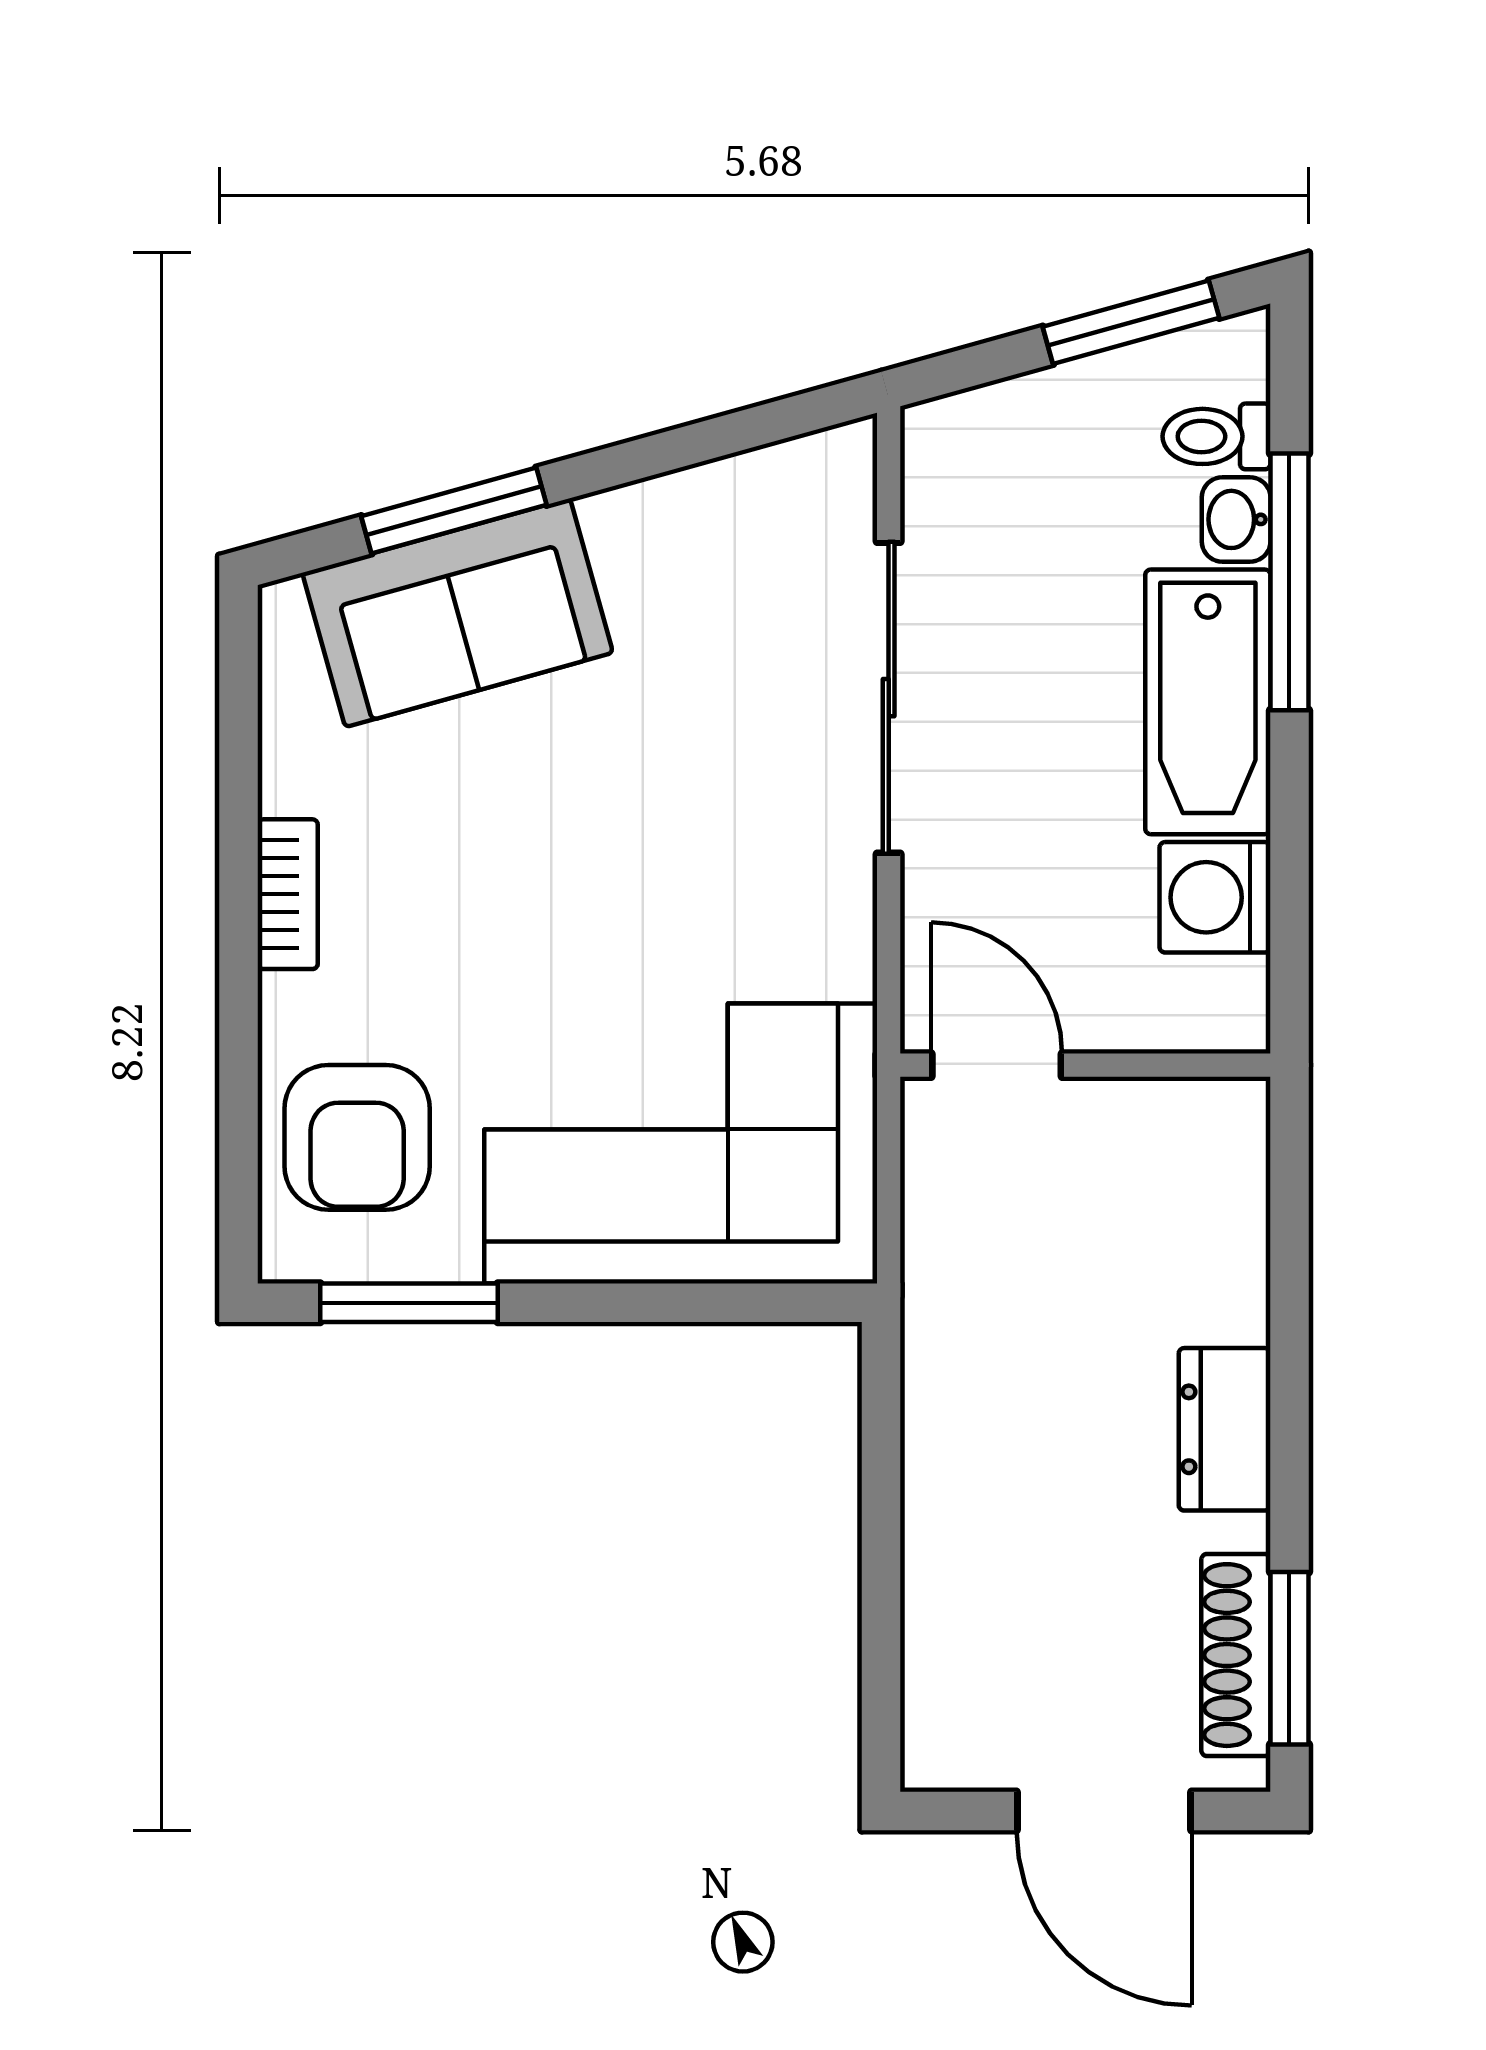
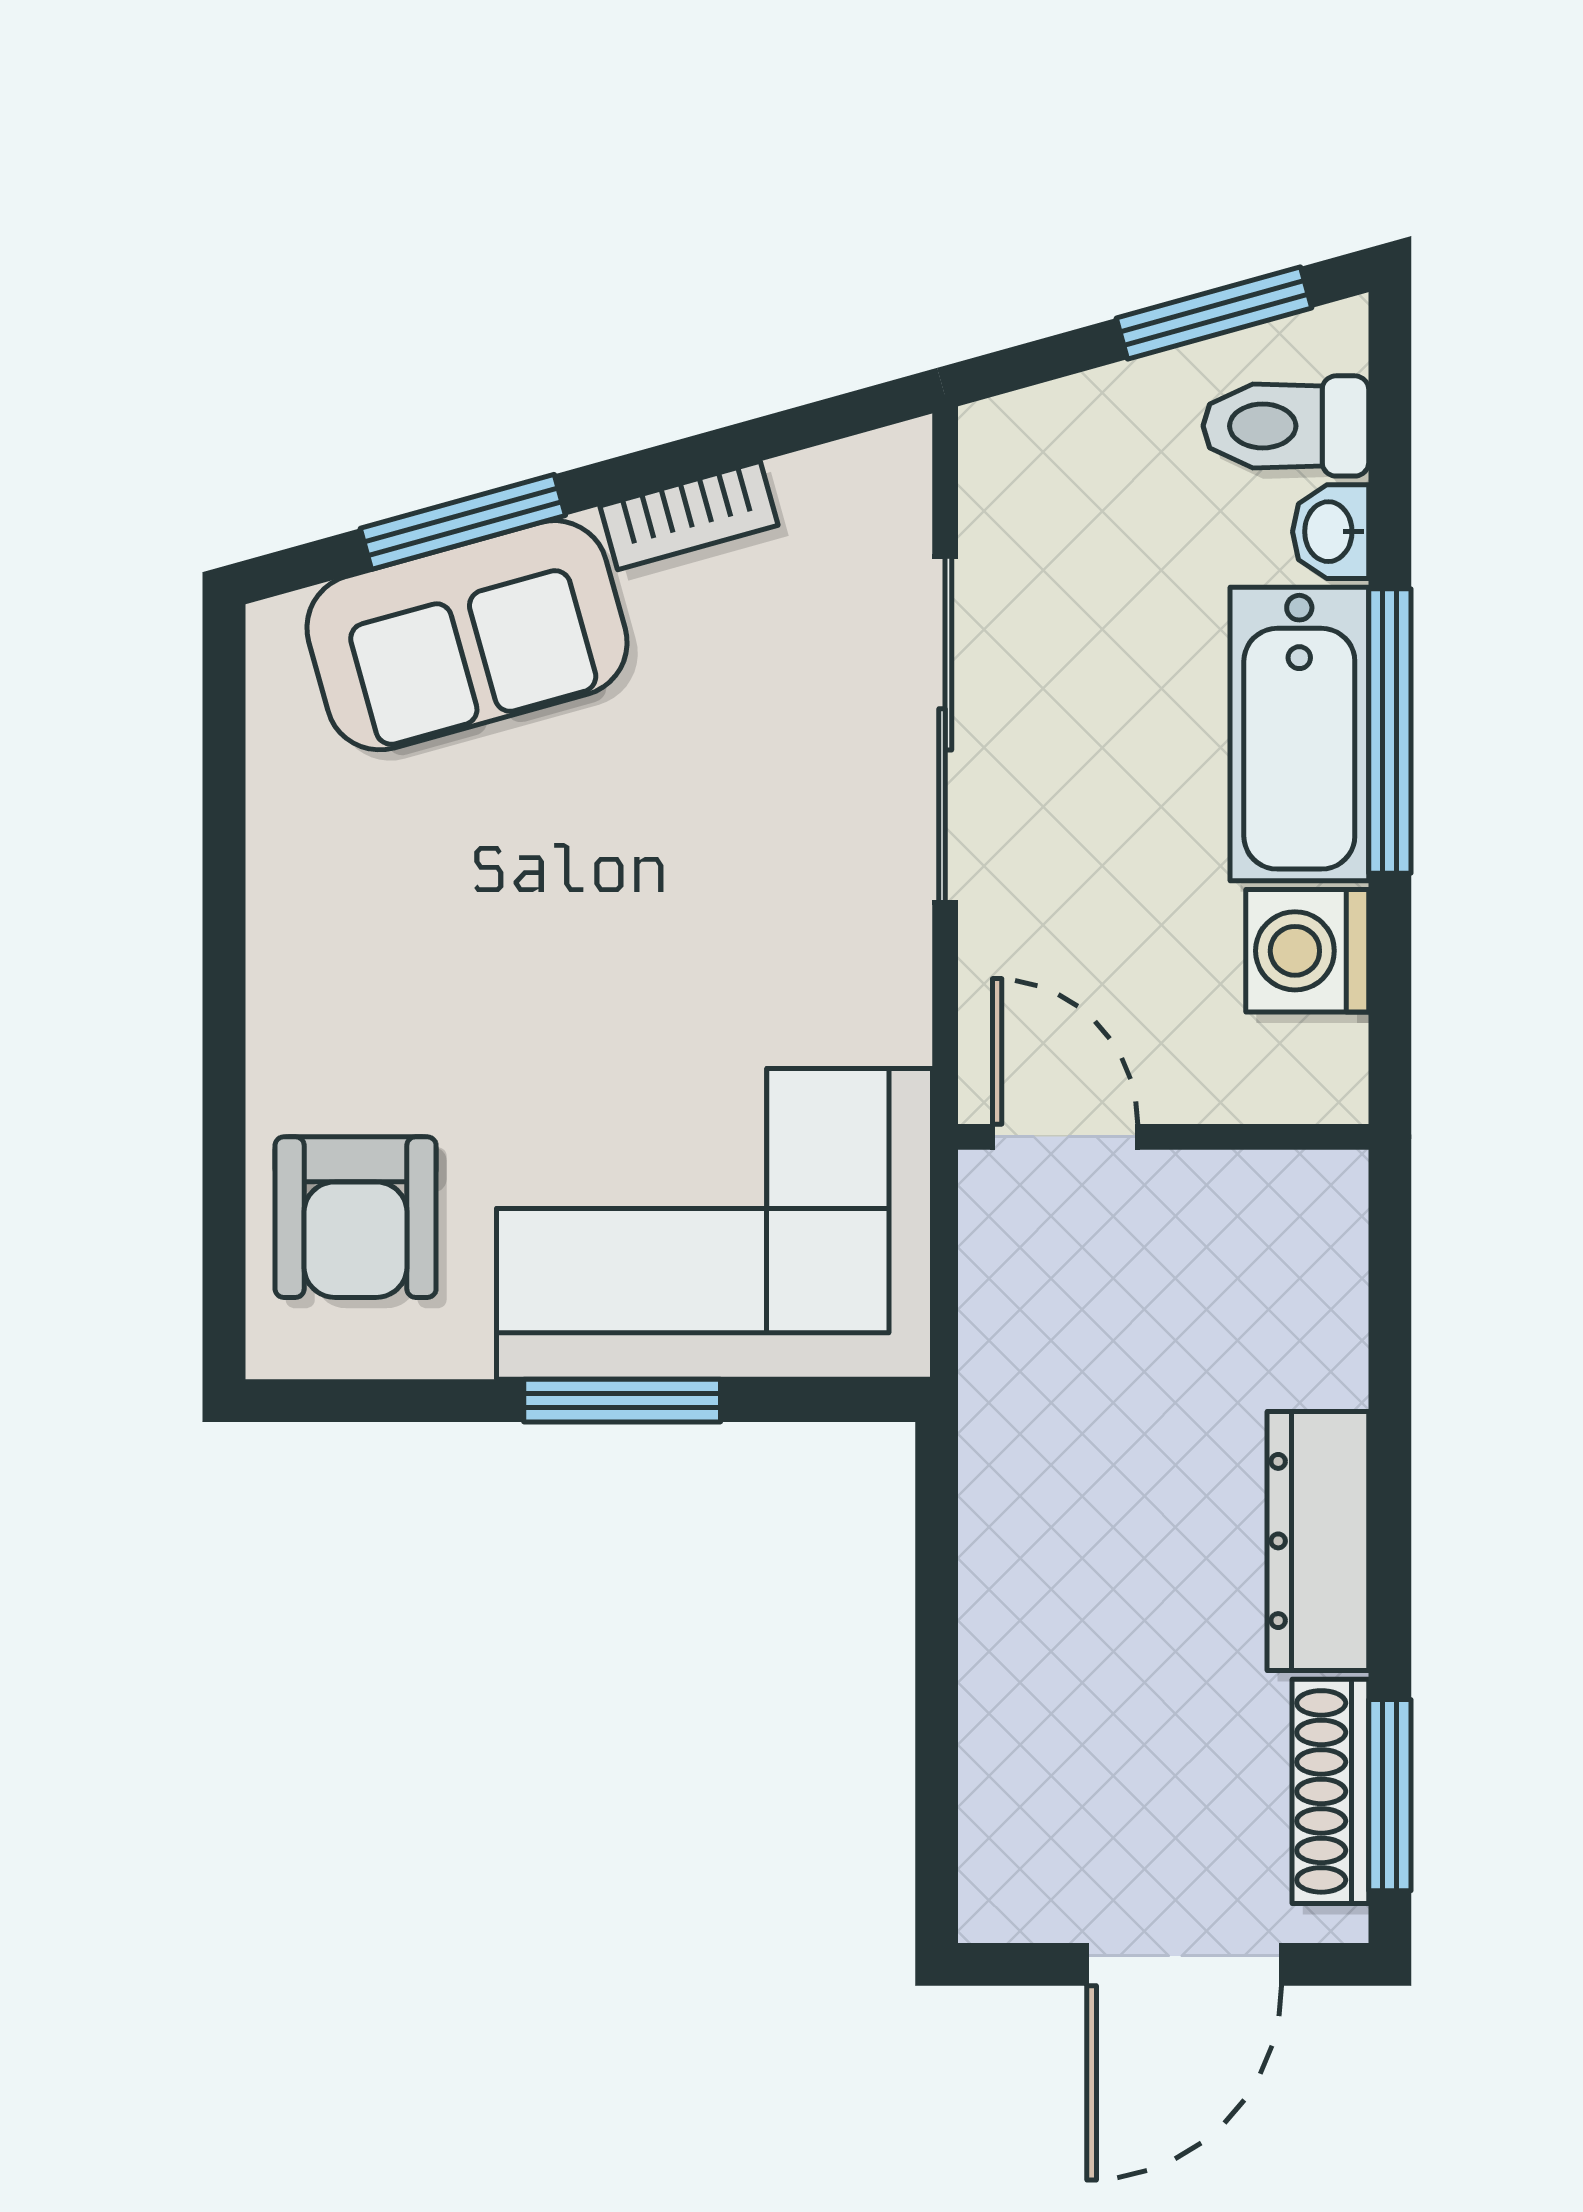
toilet: (1217, 436) -> (1286, 426), width x1.37, depth x1.39
window: (1289, 582) -> (1390, 731), moved
bookcase: (288, 894) -> (689, 516), moved, turned 74
window: (409, 1303) -> (622, 1401), moved
dresser: (1225, 1429) -> (1318, 1541), width x1.44
door: (1104, 1811) -> (1184, 1964), hinge flipped

